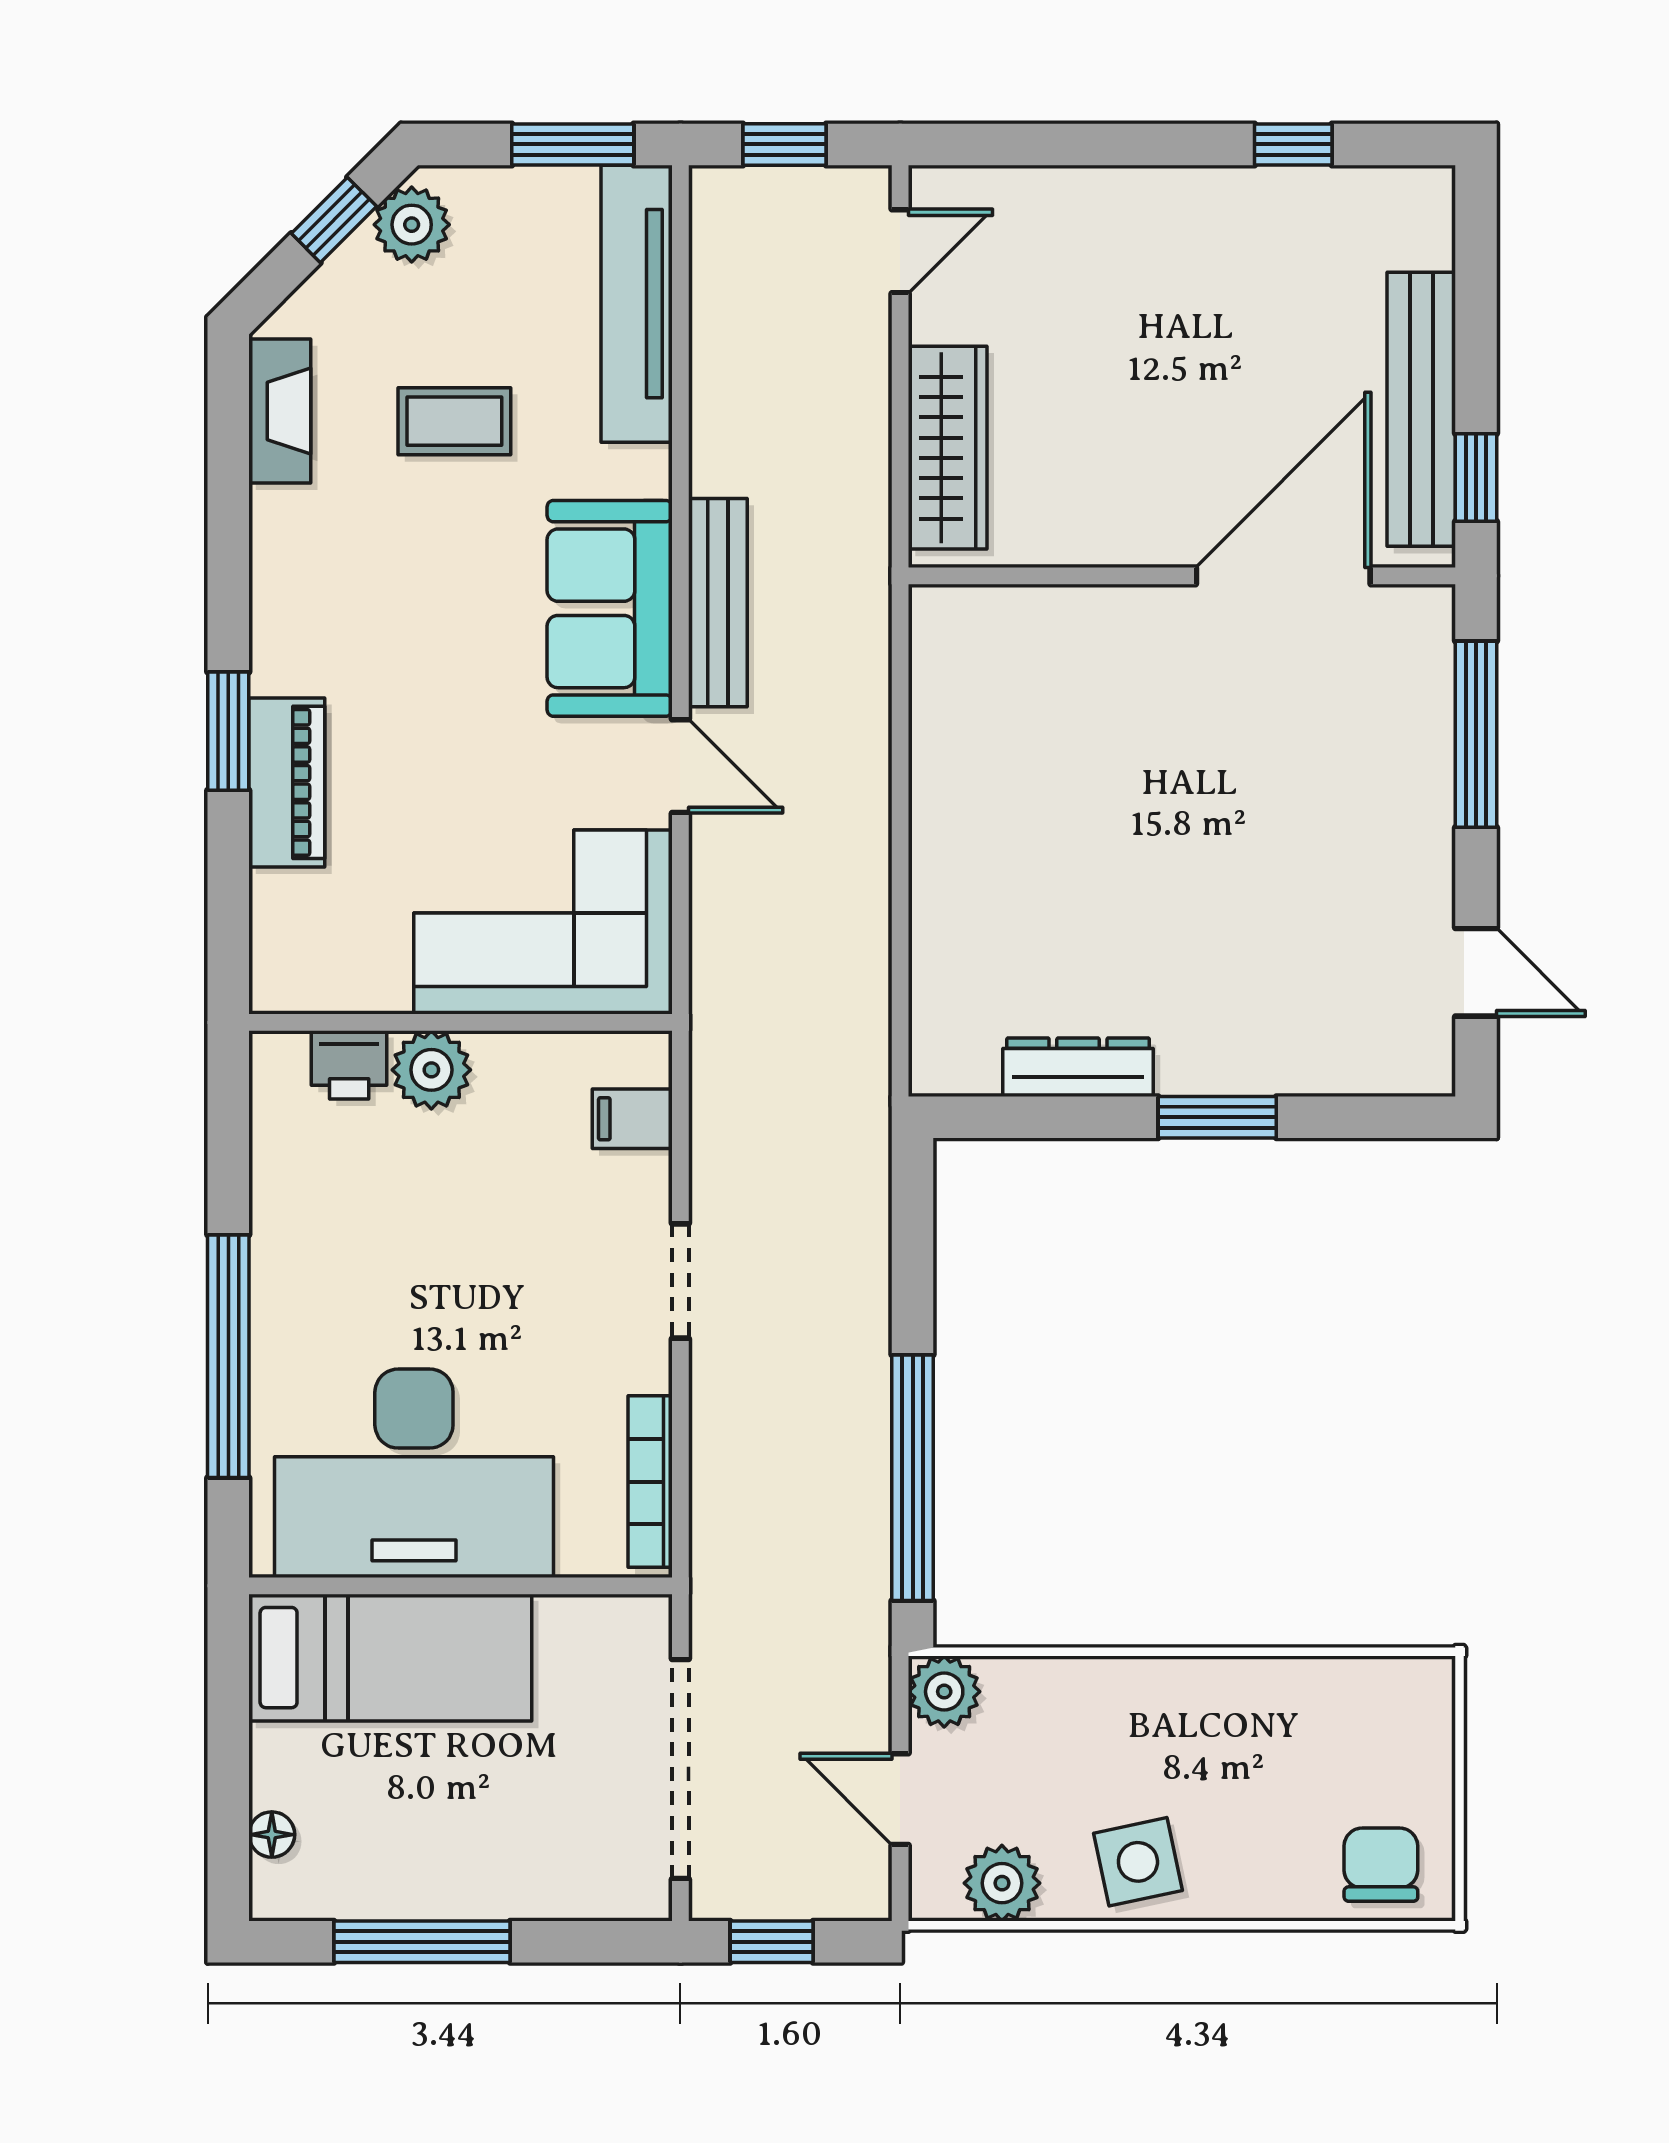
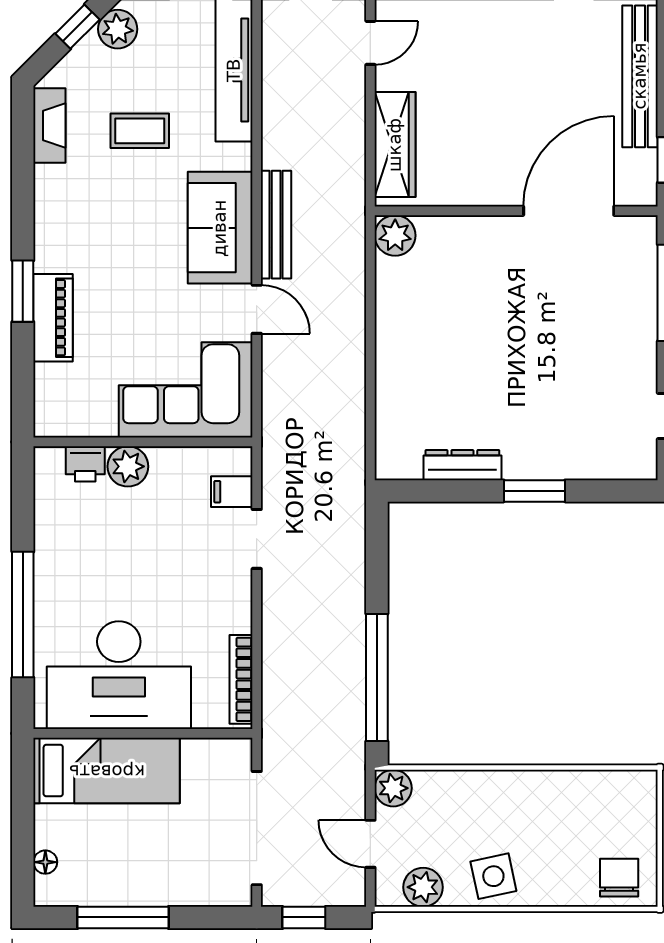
bench: (1421, 409) -> (640, 76), moved
plant: (948, 623) -> (395, 235), added
doorway: (680, 1281) -> (257, 539), moved

